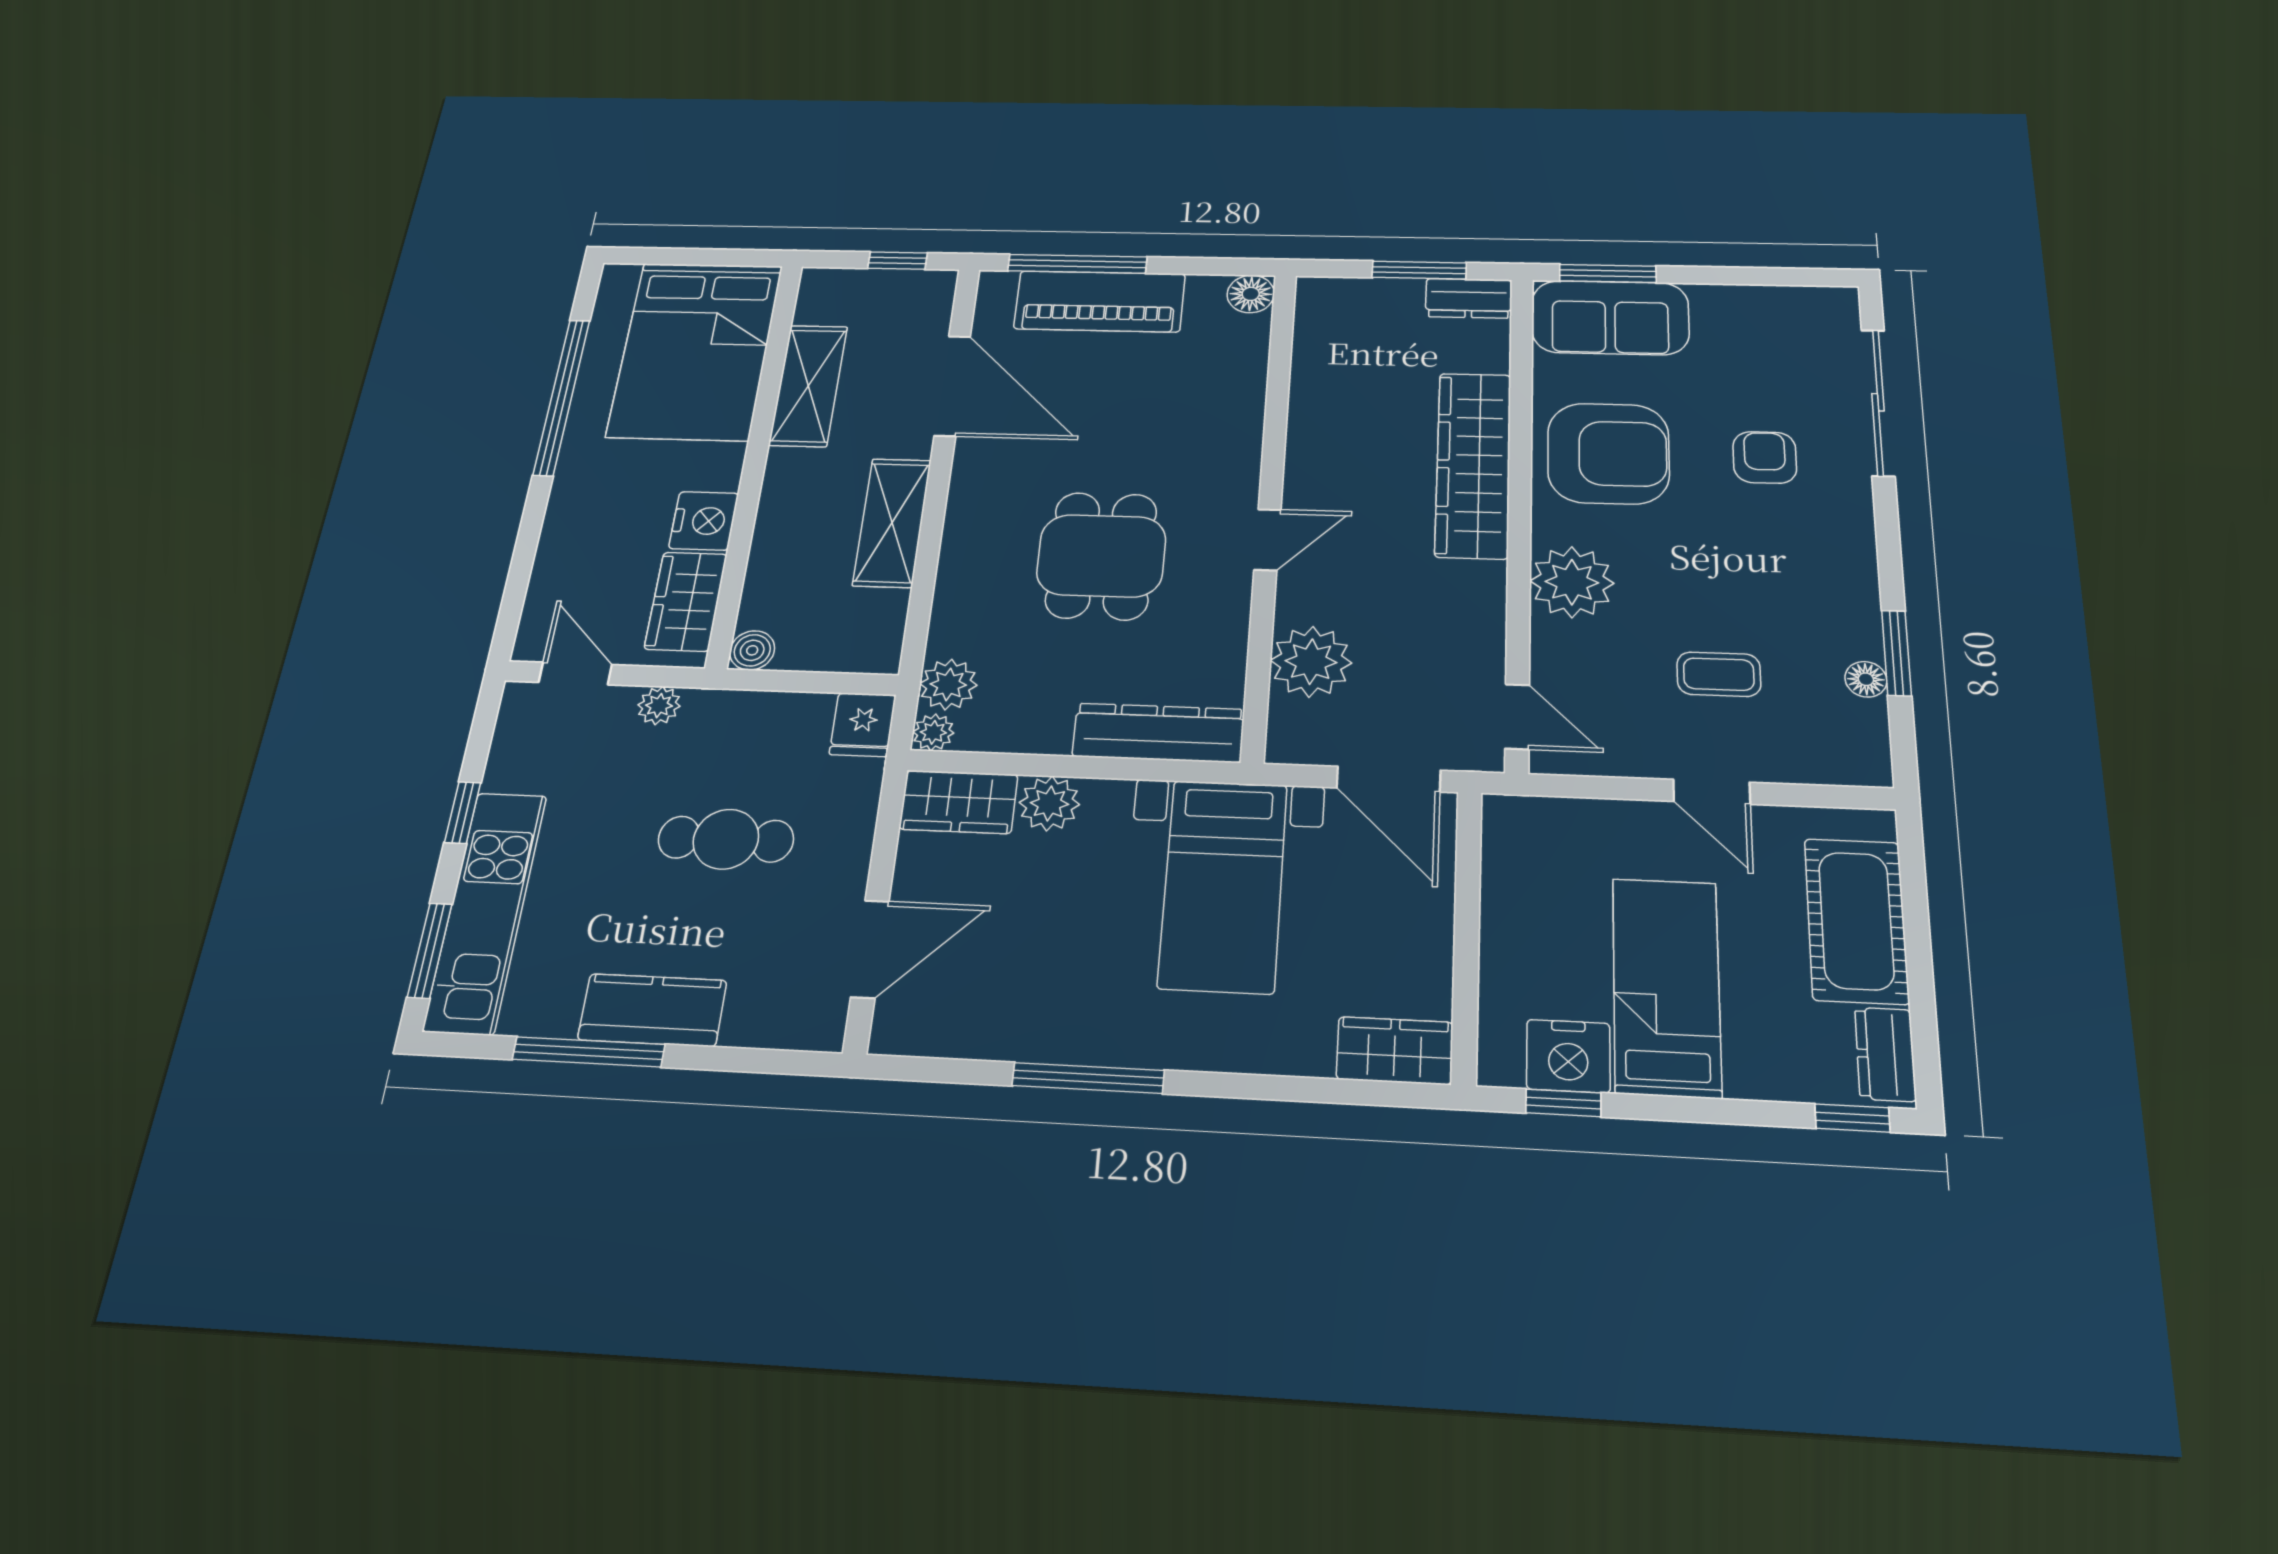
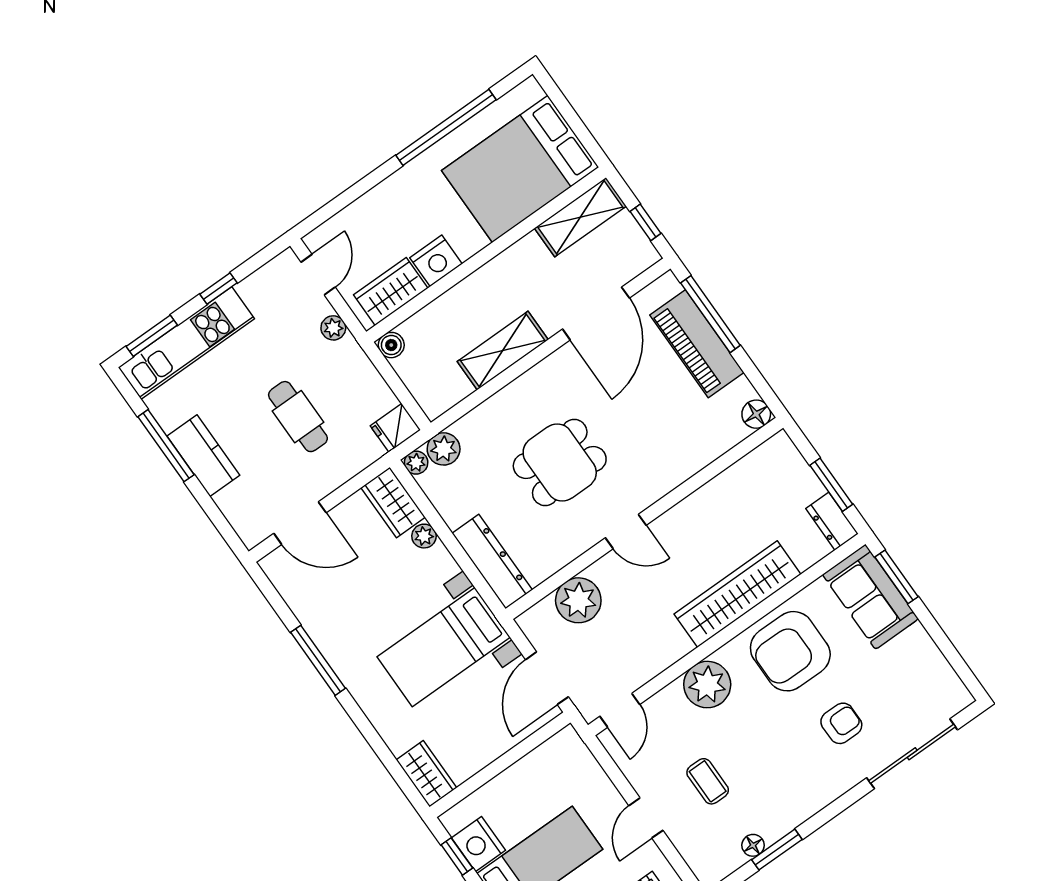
shelving: (808, 386) -> (580, 217), moved
armchair: (1608, 453) -> (790, 651), turned 90
plant: (1049, 803) -> (424, 536), width x0.73, depth x0.73

